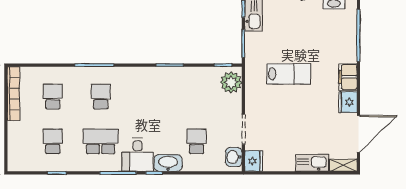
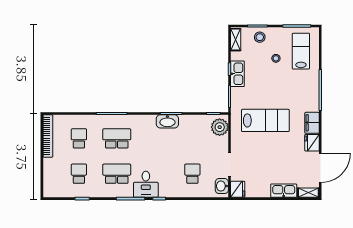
lab bench: (289, 74) -> (265, 120), width x1.36, depth x1.39
school desk: (101, 97) -> (117, 138), width x1.85
washbasin: (168, 163) -> (167, 121), moved, turned 180

